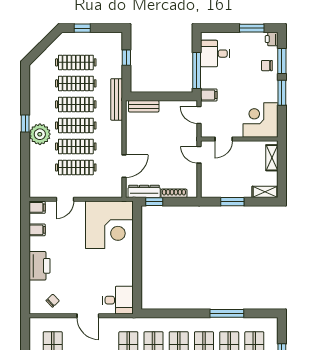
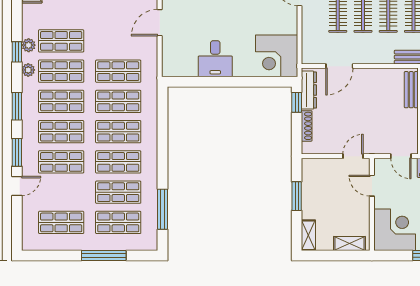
door: (199, 115) -> (401, 156), swing flipped
door: (124, 166) -> (339, 66), hinge flipped
corner desk: (109, 225) -> (277, 56), width x0.74, depth x0.74
desk: (118, 300) -> (215, 59), moved
window: (227, 313) -> (163, 209), moved

